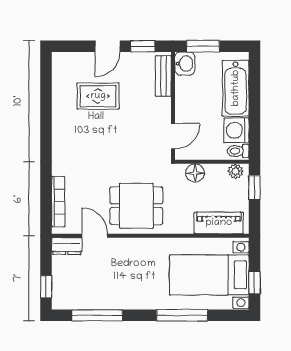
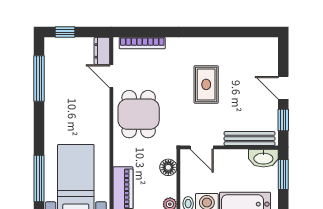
washbasin: (185, 64) -> (263, 158), width x1.38
bench: (163, 76) -> (250, 139), width x1.36
rug: (98, 96) -> (206, 84), moved
door: (95, 236) -> (111, 76), swing flipped
window: (182, 315) -> (39, 179), moved

